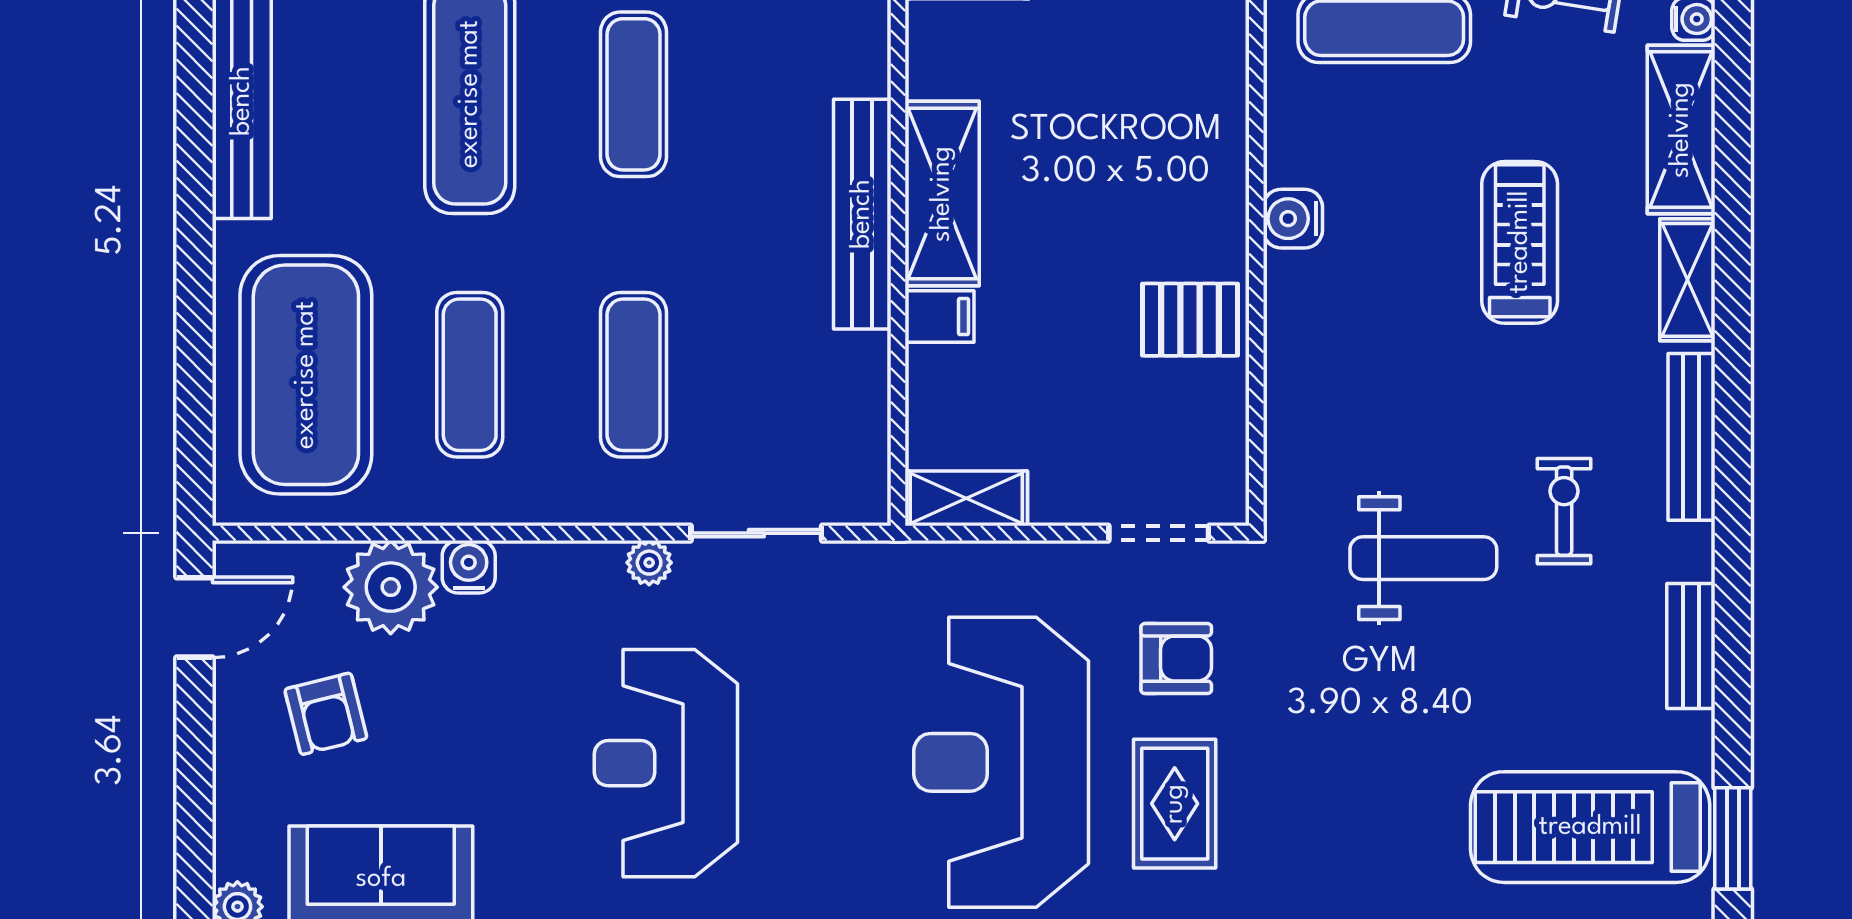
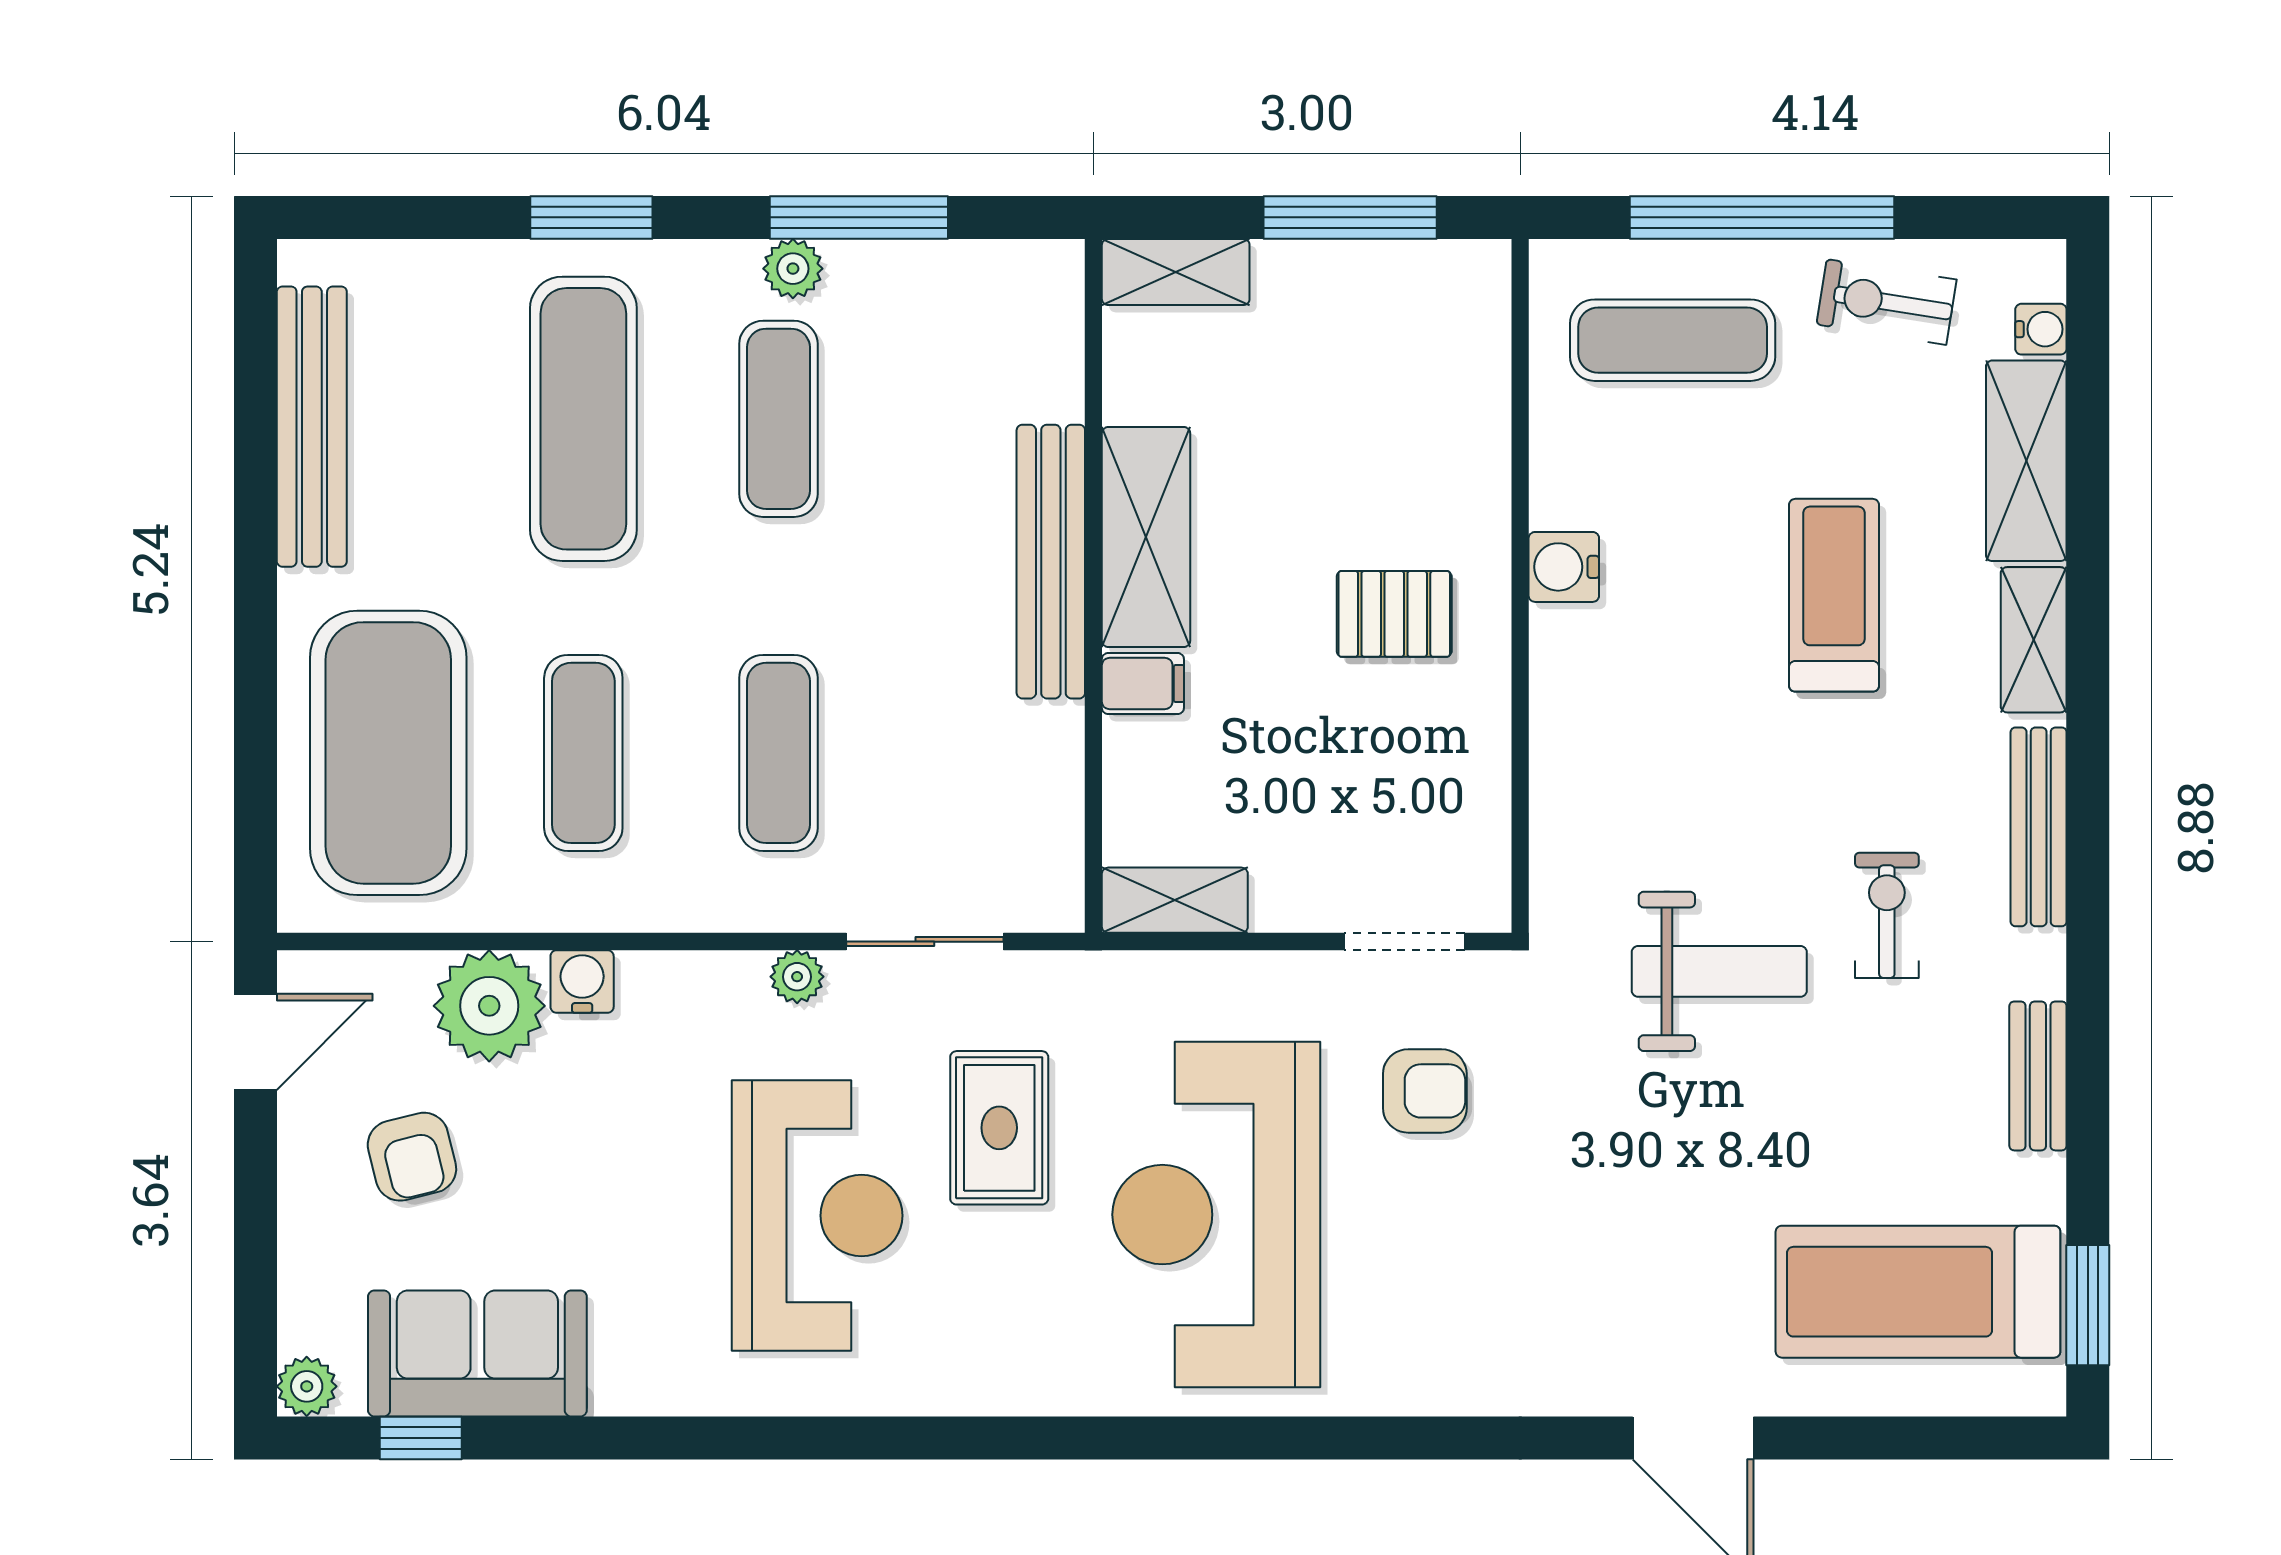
pallet: (1190, 320) -> (1394, 614), moved
reception desk: (666, 763) -> (817, 1216), turned 180
rug: (1175, 804) -> (999, 1128), moved

